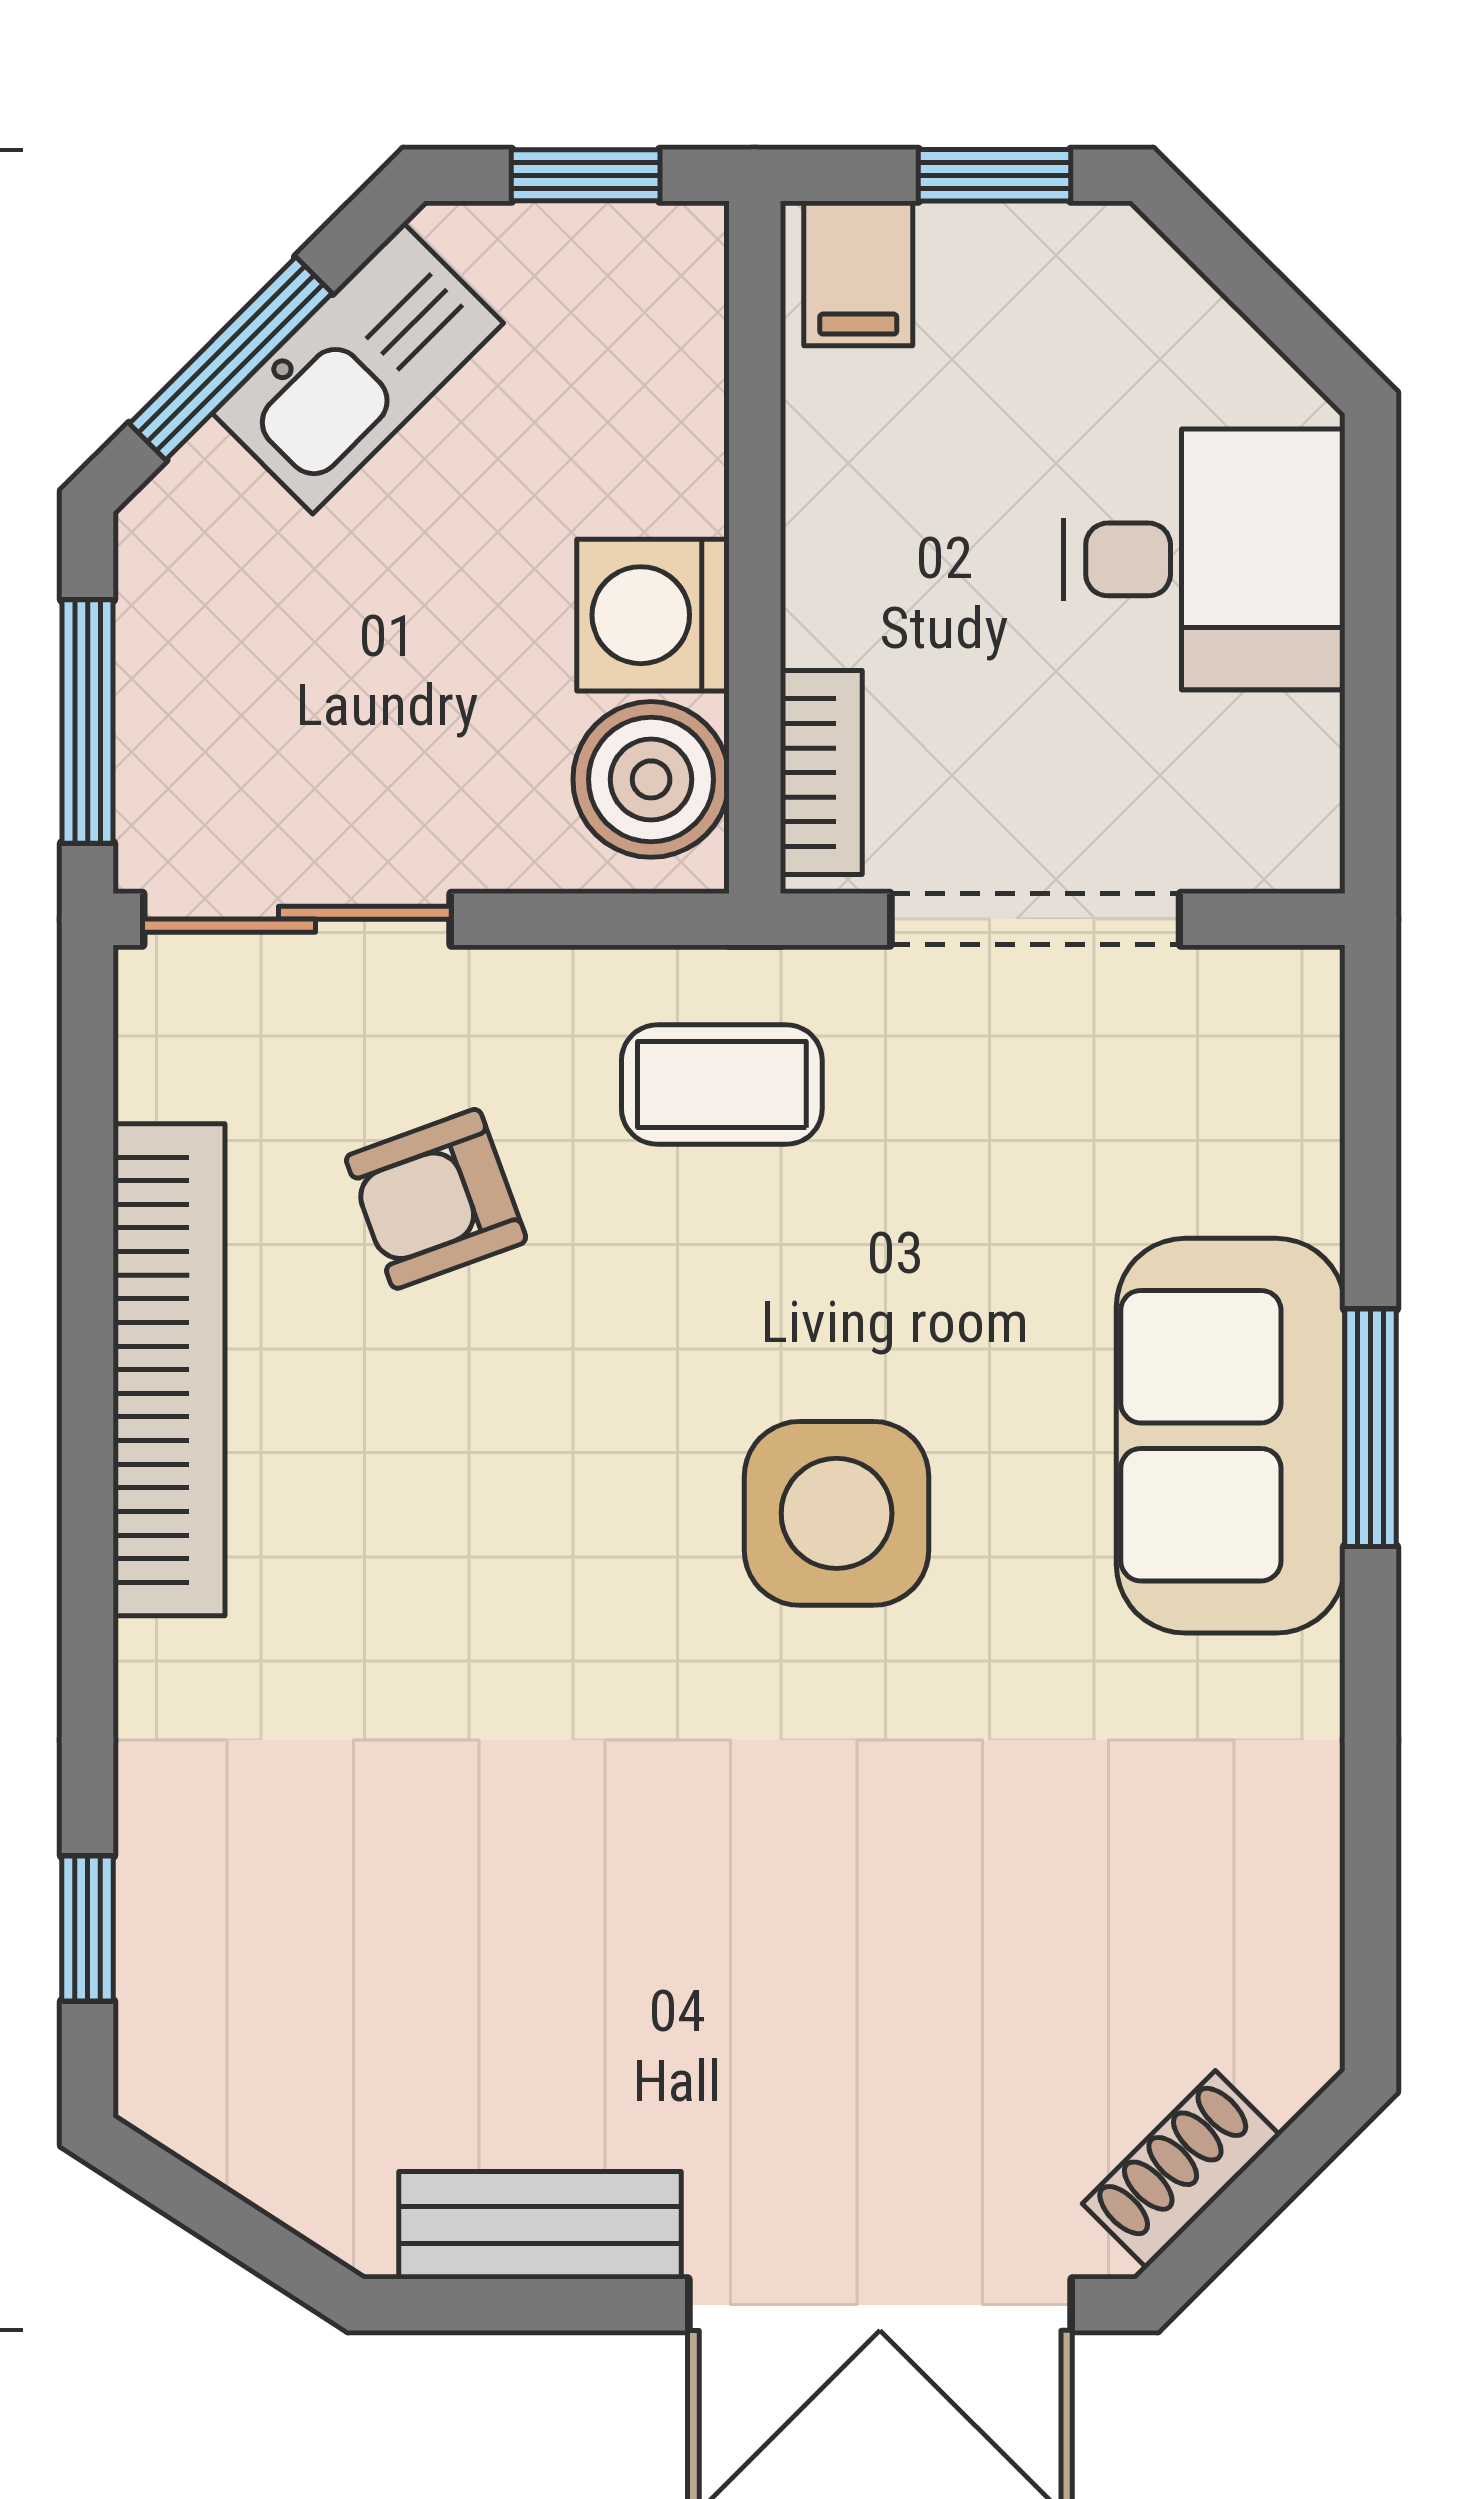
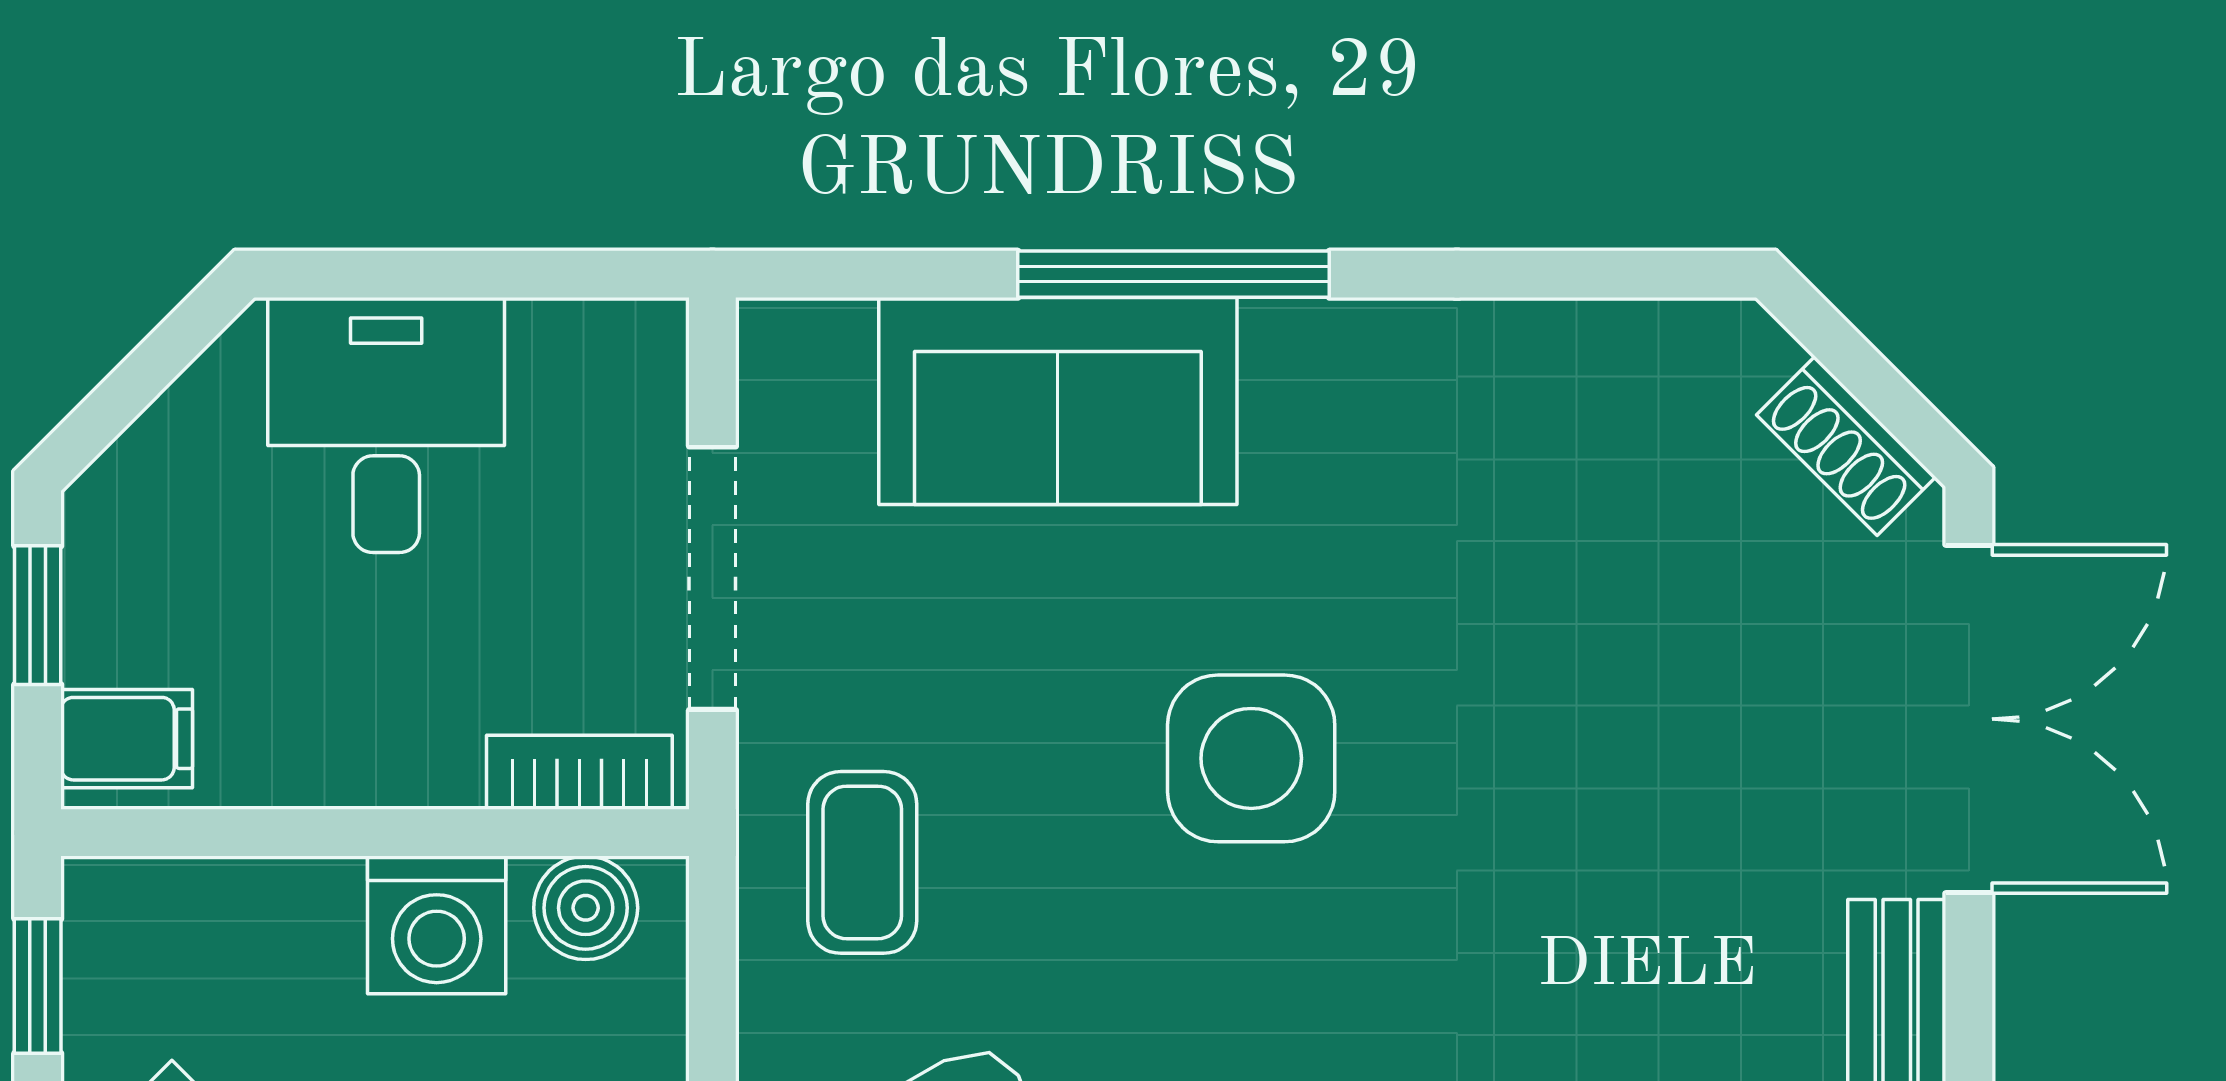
boiler: (651, 779) -> (586, 908), width x0.73, depth x0.73
window: (1370, 1428) -> (1174, 274), width x1.44
sofa: (1231, 1436) -> (1058, 401), moved

